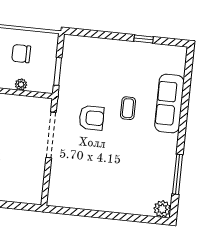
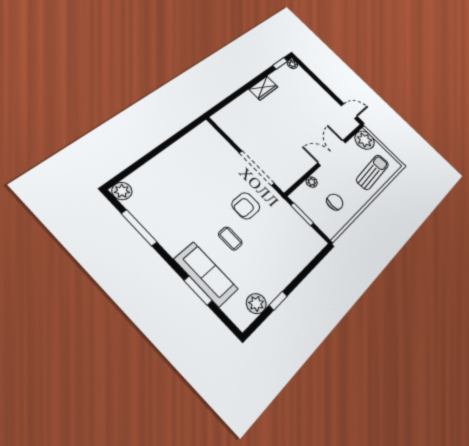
plant: (159, 53) -> (256, 304), added
window: (185, 99) -> (198, 291), added

